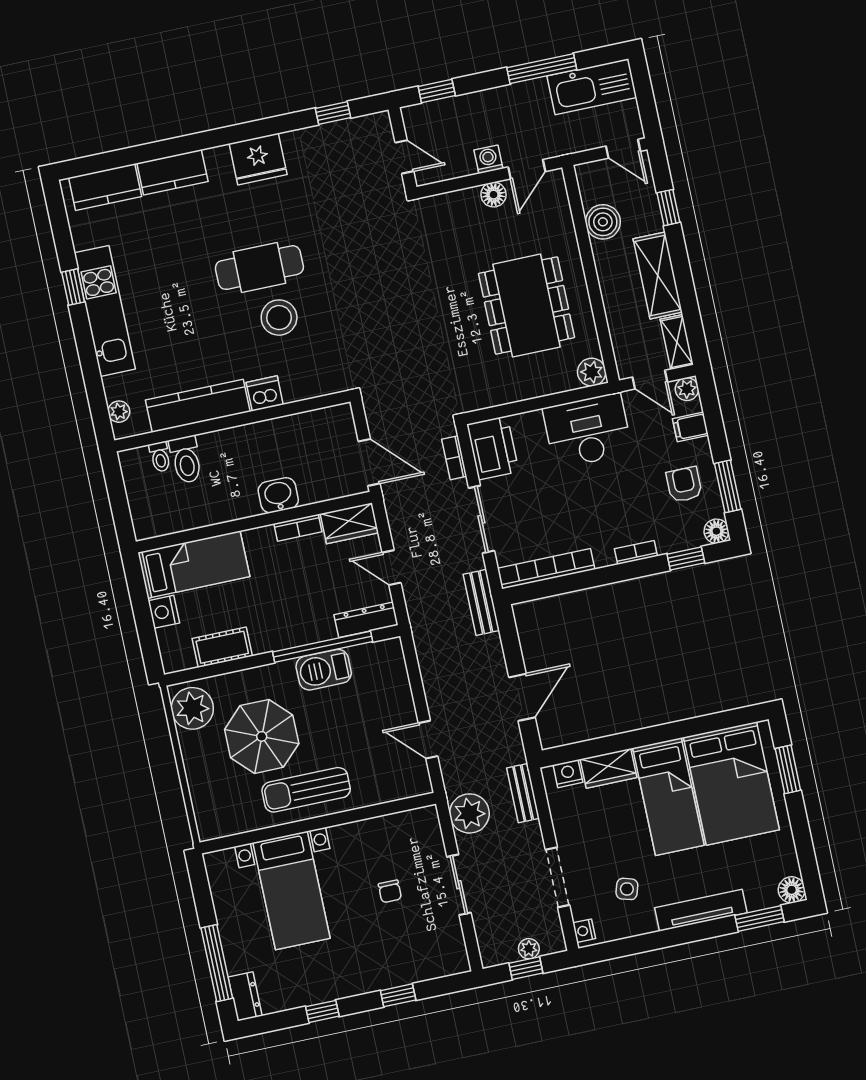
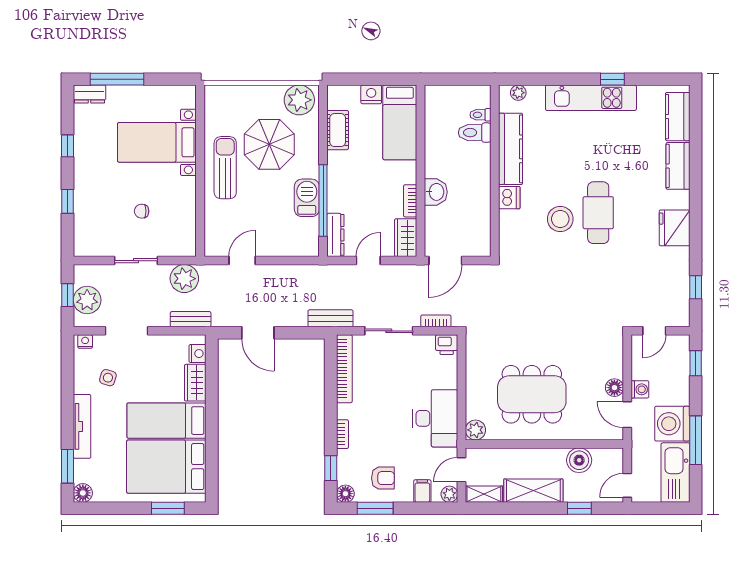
washing machine: (526, 105) -> (672, 424), added
printer: (493, 448) -> (447, 345), width x0.53, depth x0.68
plant: (529, 949) -> (87, 300), width x1.88, depth x1.88

